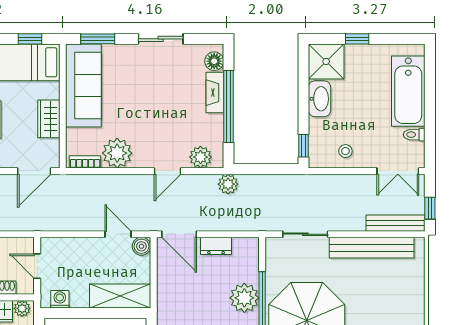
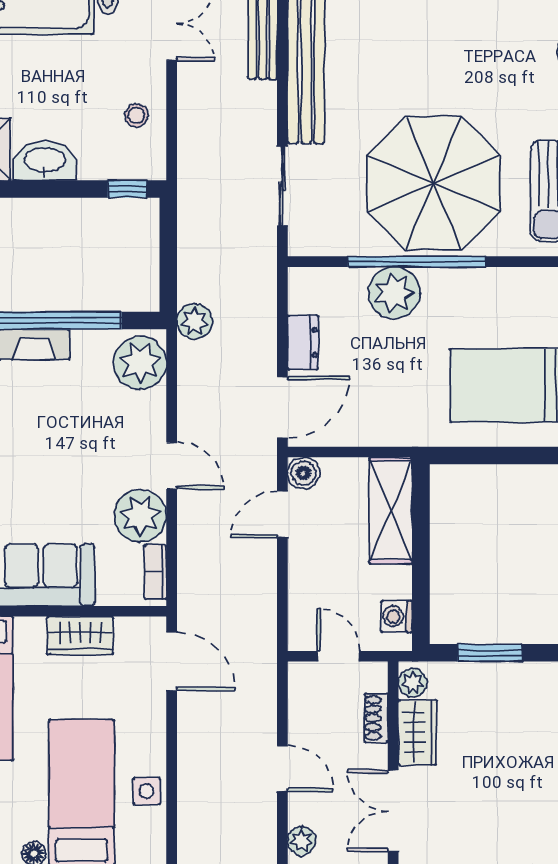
plant: (200, 157) -> (140, 363), width x1.36, depth x1.36
door: (168, 171) -> (172, 466), moved
door: (37, 266) -> (338, 656), swing flipped

